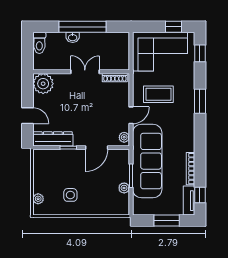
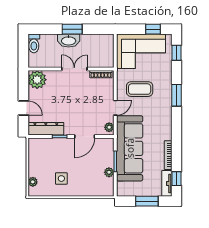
window: (82, 27) -> (72, 29), width x0.47
washbasin: (73, 37) -> (69, 41), width x1.91, depth x1.45

